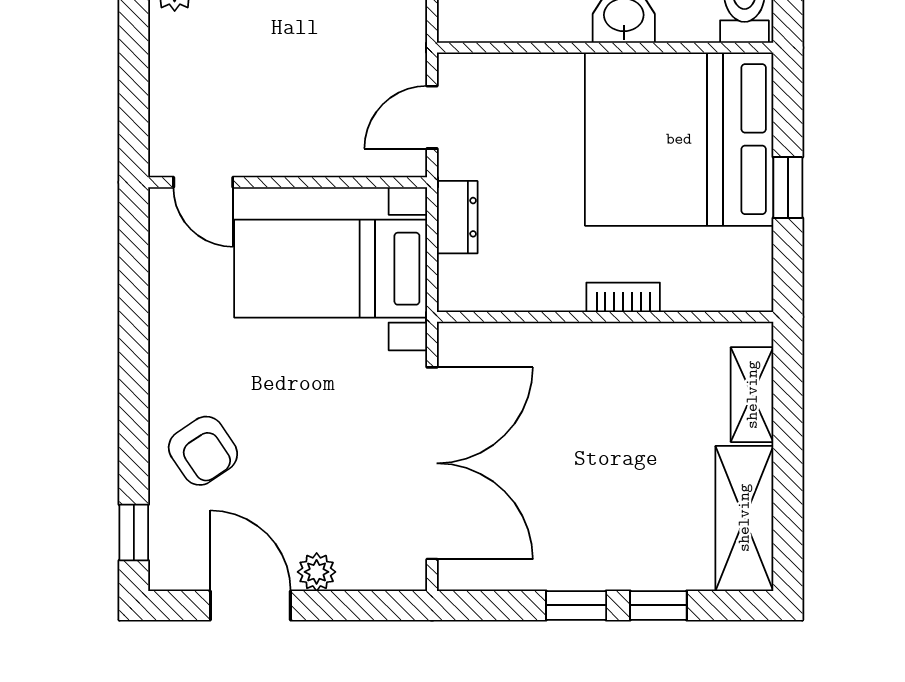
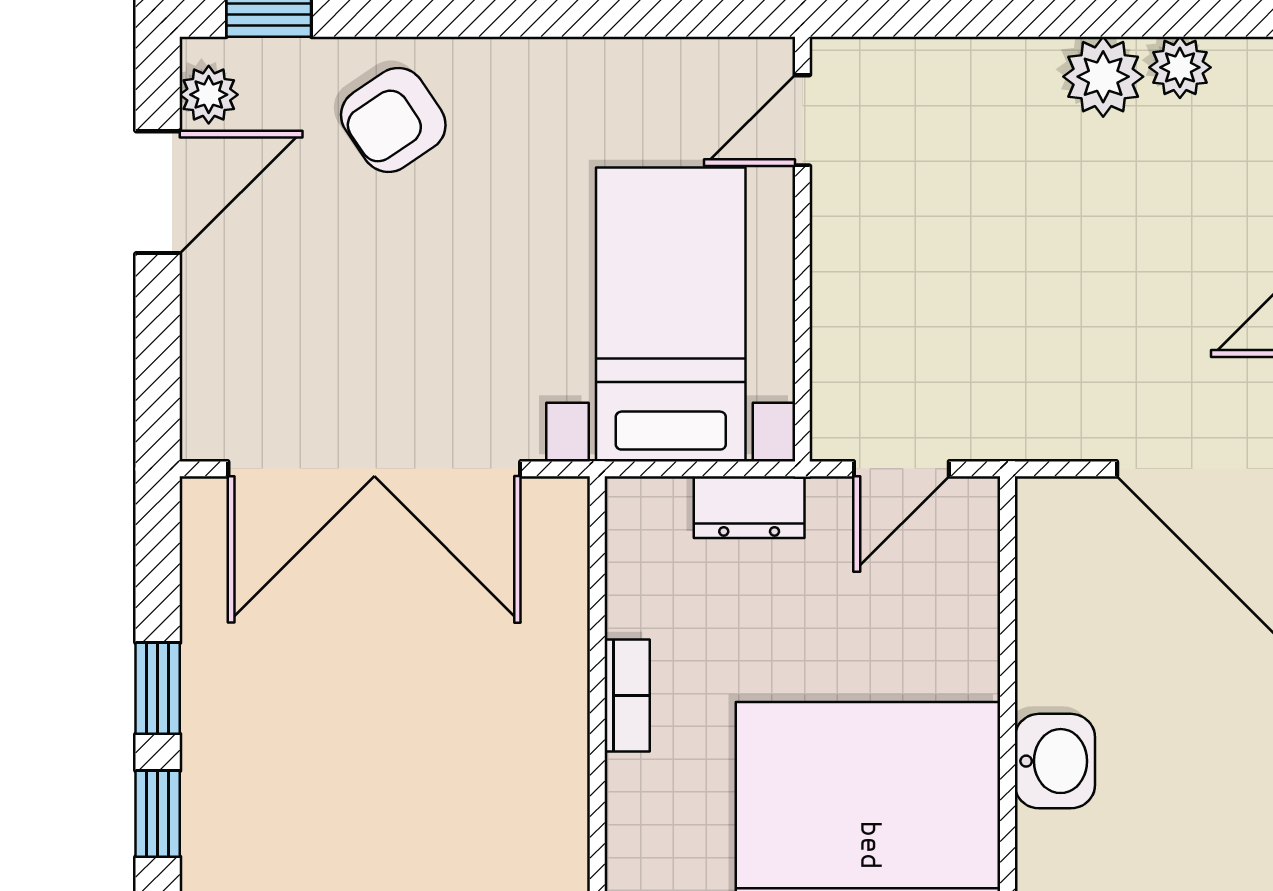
door: (432, 117) -> (901, 469), swing flipped
bookcase: (623, 297) -> (627, 695), moved
plant: (317, 572) -> (209, 95), moved

